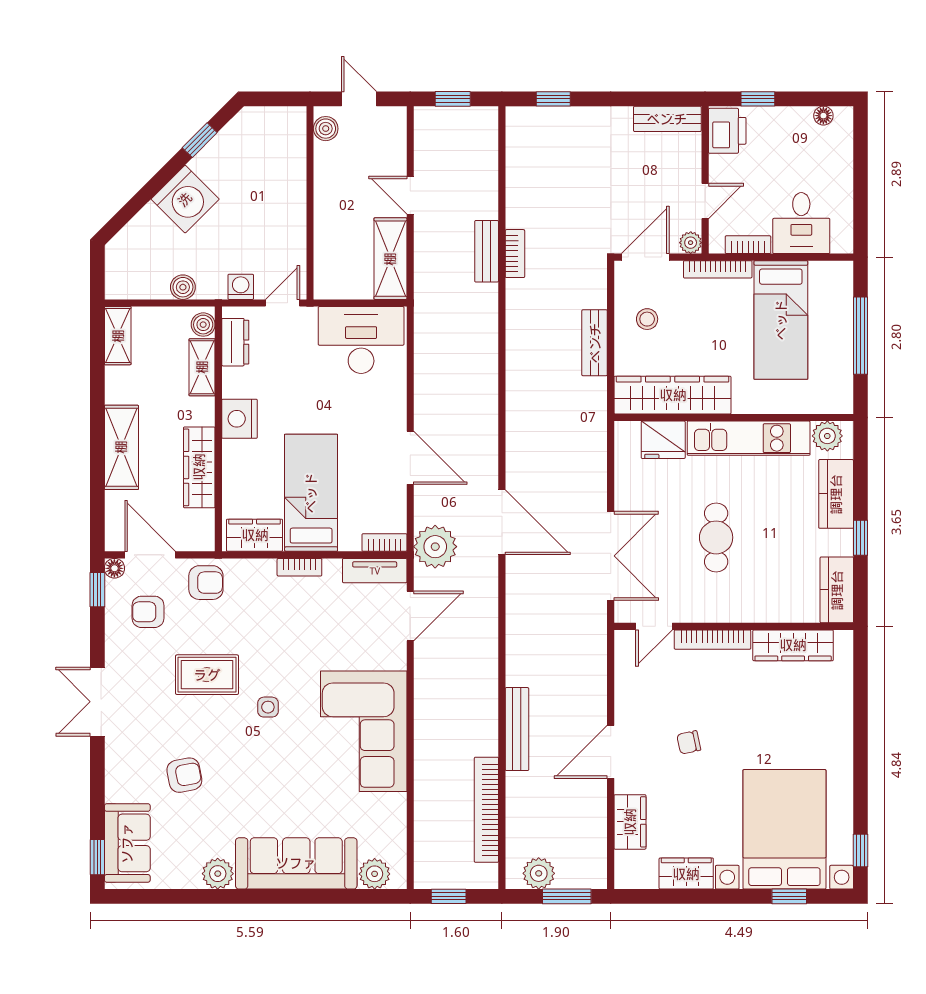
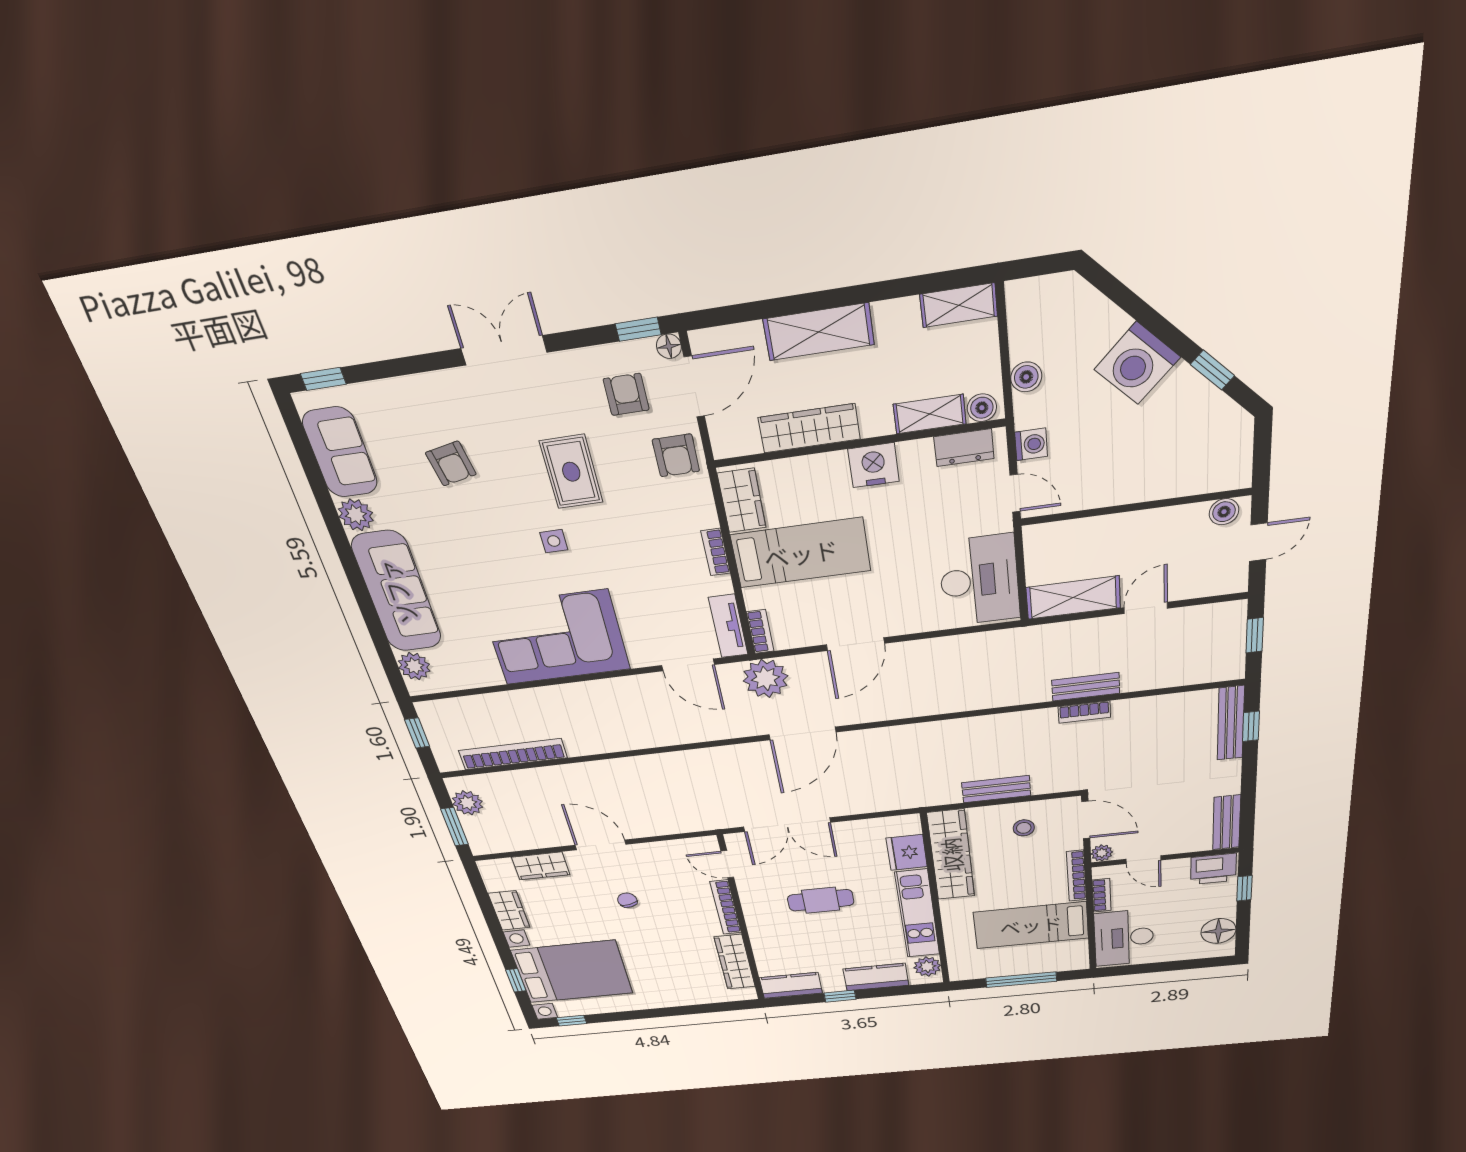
floor lamp: (823, 116) -> (1218, 931), width x1.89, depth x1.89
desk: (801, 223) -> (1124, 938), width x1.37
bench: (517, 729) -> (1231, 723), moved, turned 90
sofa: (127, 843) -> (340, 452), moved, turned -90

